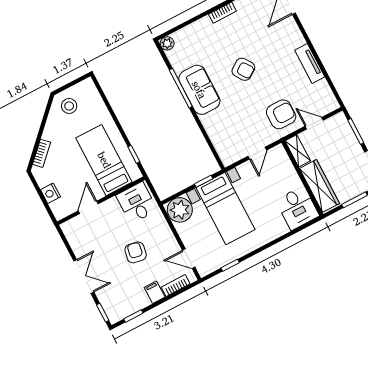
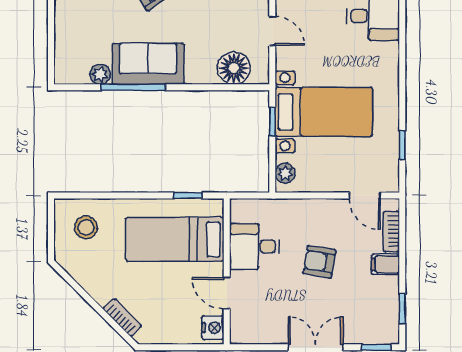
plant: (167, 43) -> (100, 74), moved
stool: (69, 106) -> (86, 227), moved
floor lamp: (223, 142) -> (234, 68), added
nightstand: (50, 193) -> (213, 328), moved, turned -90
desk: (137, 203) -> (254, 246), moved
plant: (180, 210) -> (285, 173), width x0.53, depth x0.53
door: (189, 259) -> (365, 196), hinge flipped

